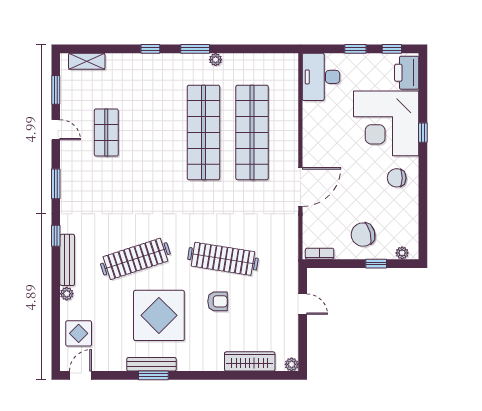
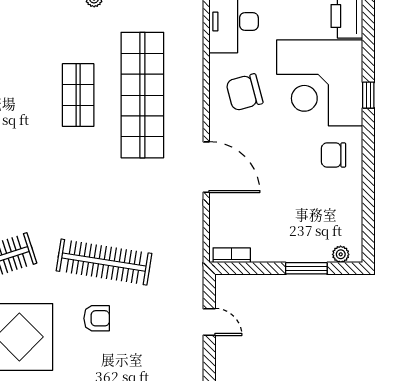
shop shelf: (203, 132) -> (78, 95), width x0.50, depth x0.74
door: (300, 187) -> (206, 167), hinge flipped
chair: (363, 235) -> (244, 92), moved
window: (376, 264) -> (306, 268), width x1.50

